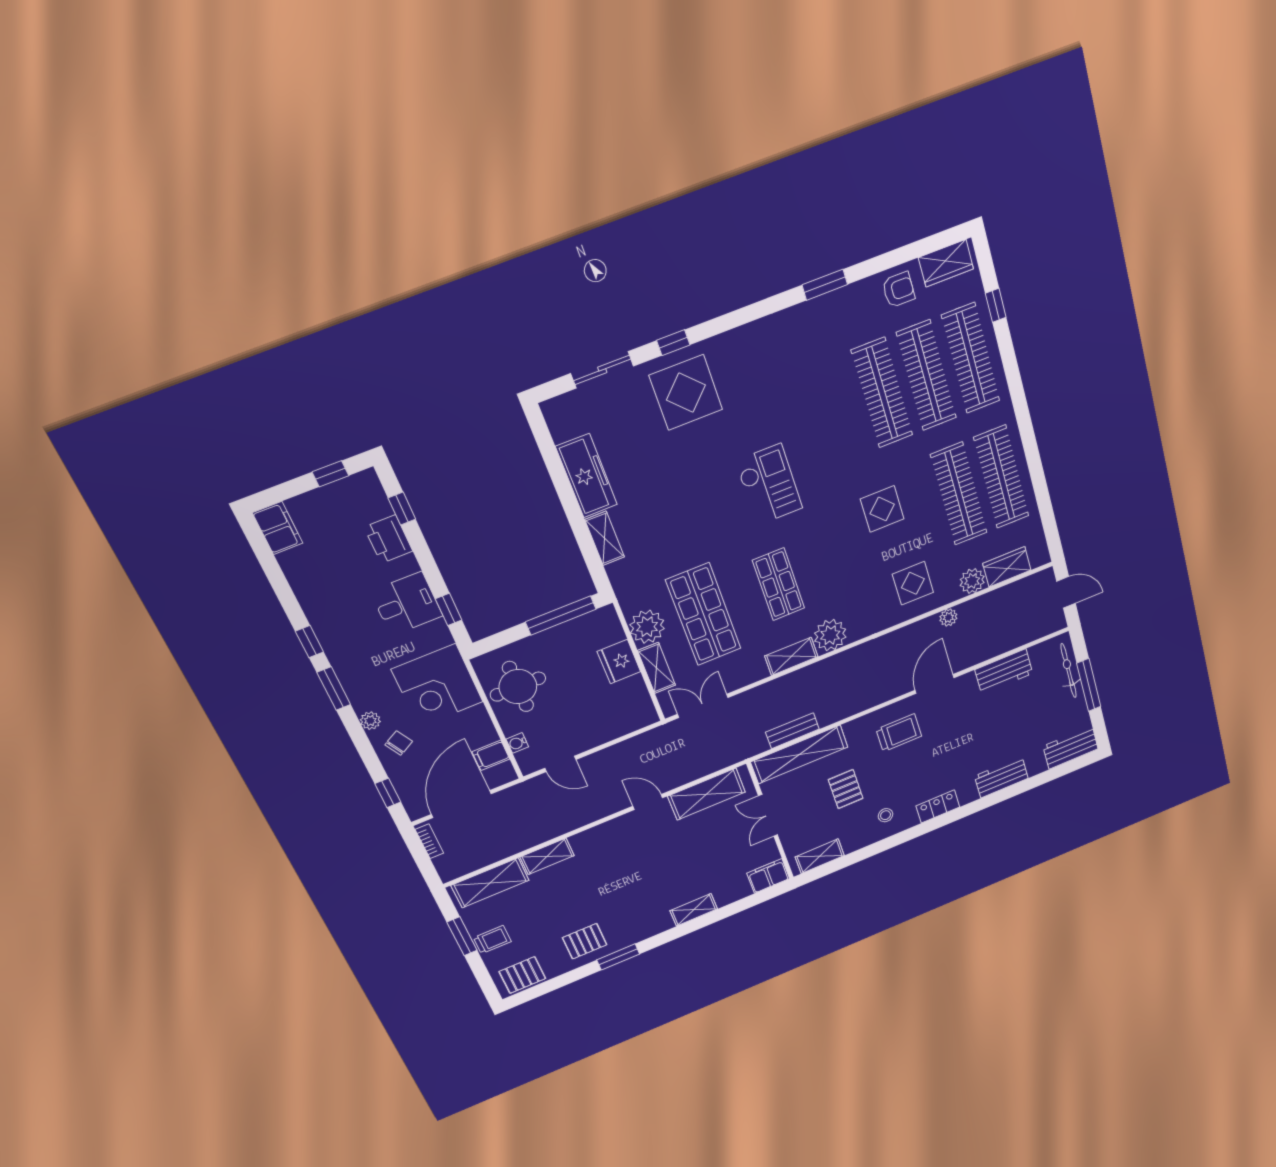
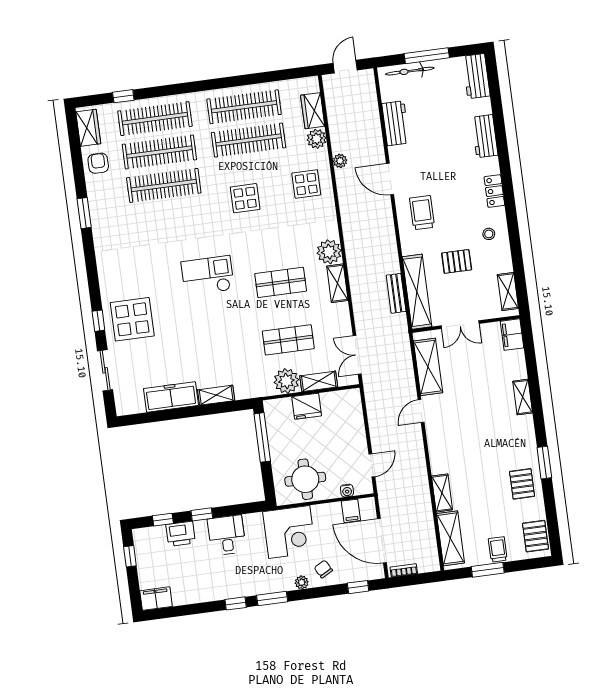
window: (449, 609) -> (202, 514), moved
shop shelf: (704, 614) -> (288, 340), width x0.70, depth x0.74

